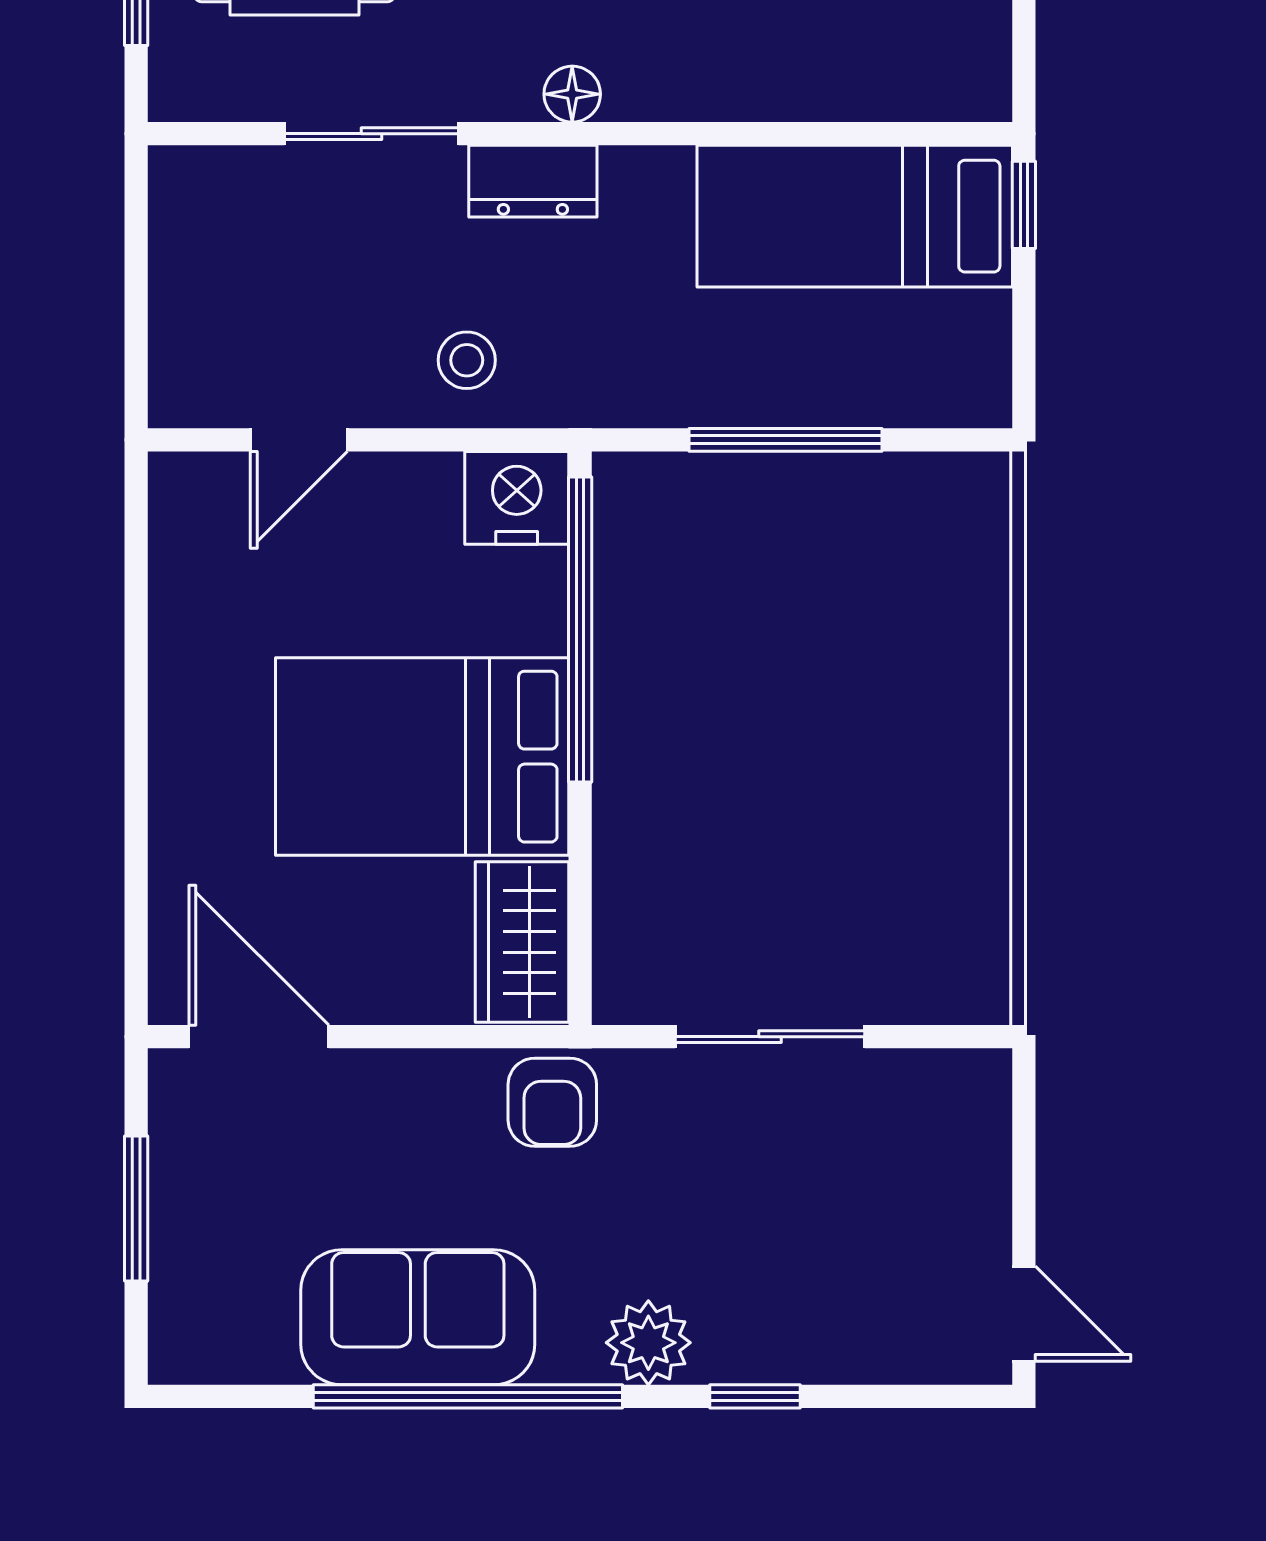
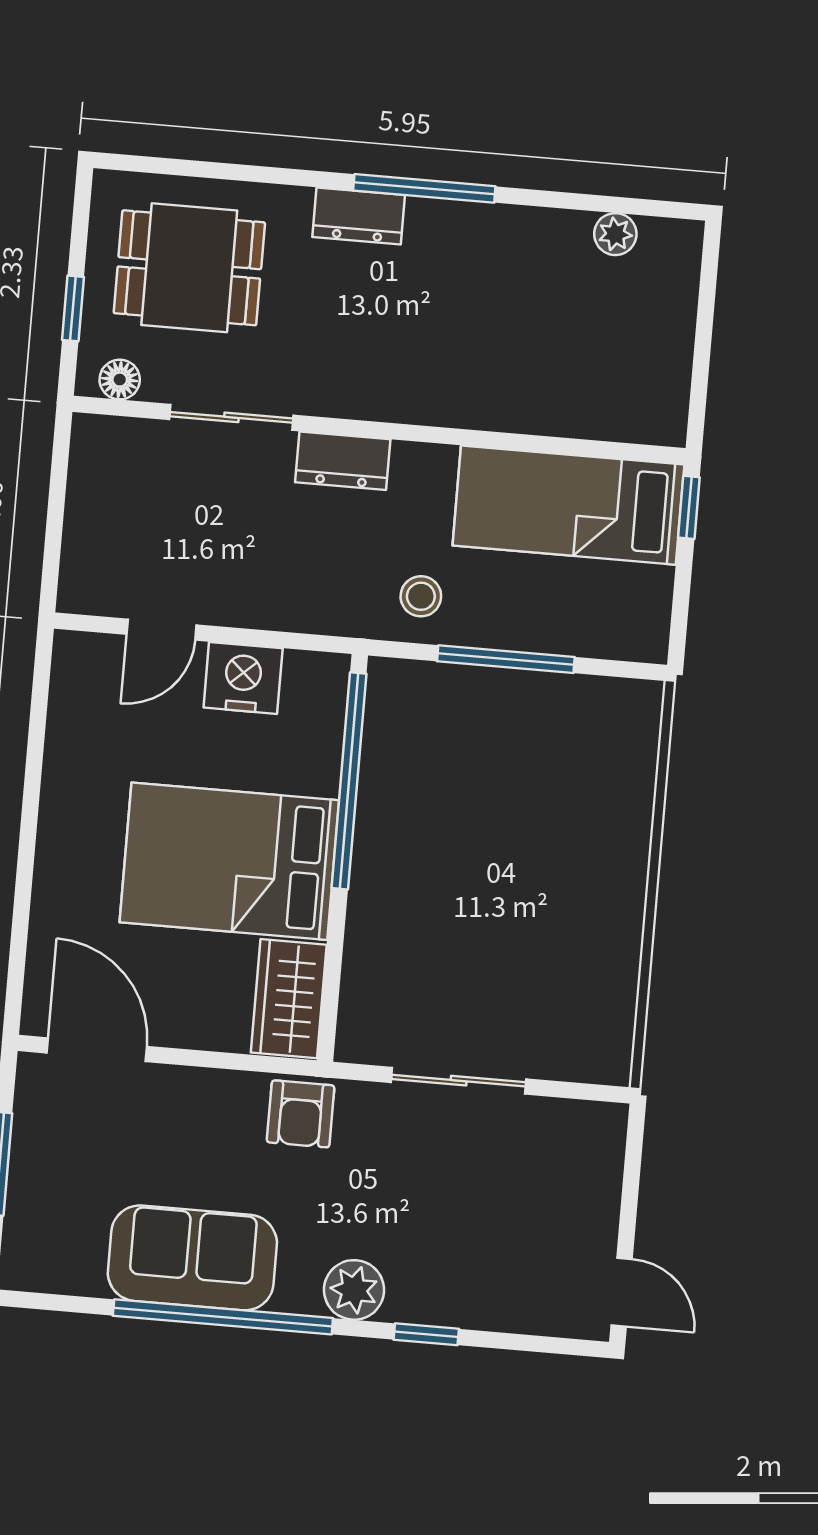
floor lamp: (572, 94) -> (120, 380), moved
stool: (467, 360) -> (421, 596), moved
nightstand: (517, 498) -> (243, 678), moved

